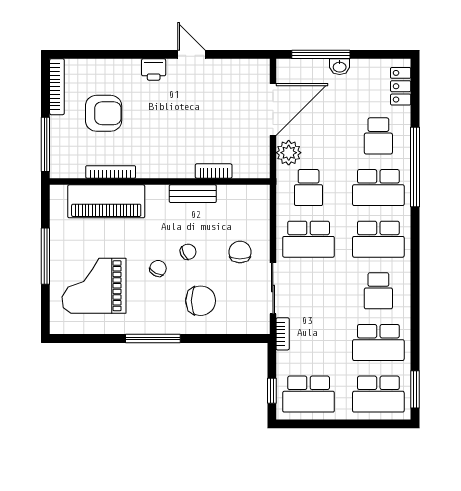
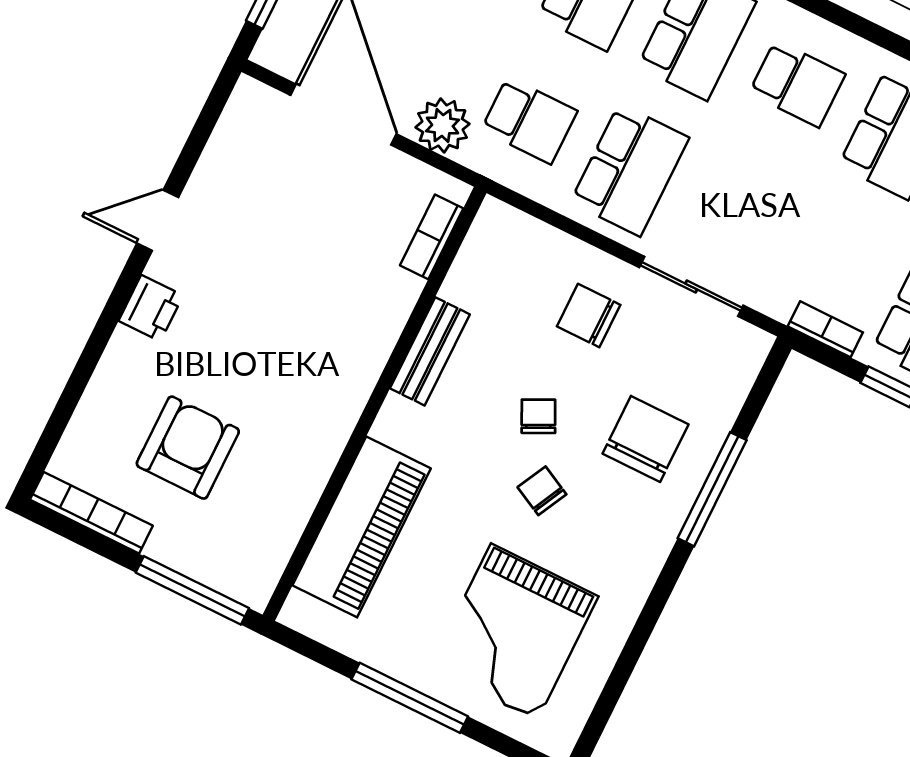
bookcase: (214, 171) -> (432, 237), moved
bookcase: (111, 172) -> (309, 490), removed
bookcase: (283, 334) -> (825, 329), moved
window: (153, 338) -> (712, 489), moved

